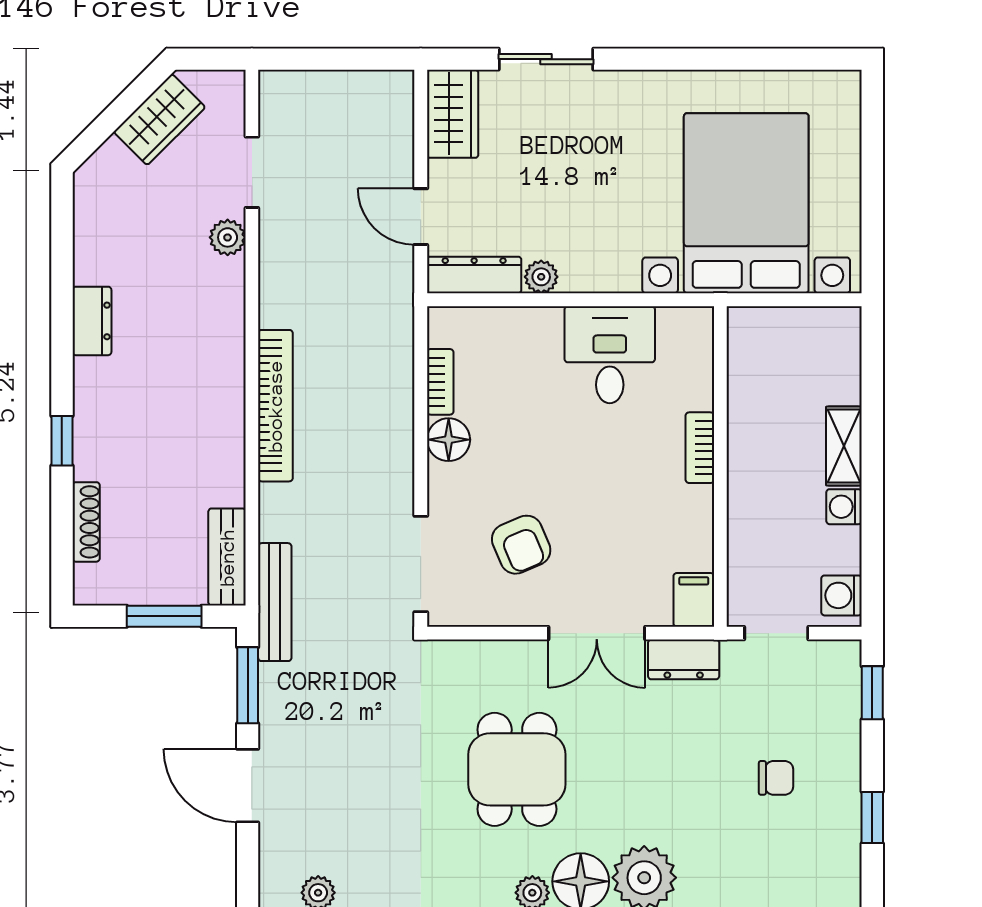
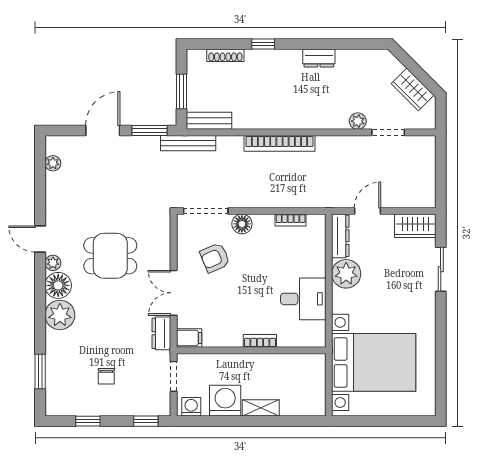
plant: (541, 277) -> (346, 274), width x1.88, depth x1.88
floor lamp: (449, 440) -> (242, 224), moved
washing machine: (844, 507) -> (225, 401), width x1.89, depth x1.89

